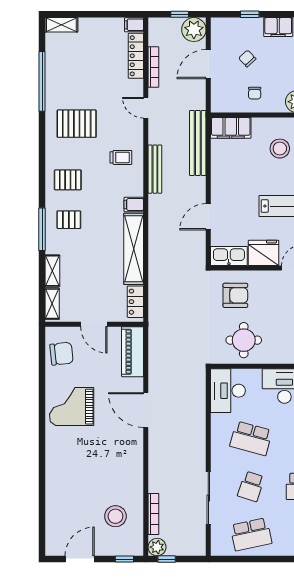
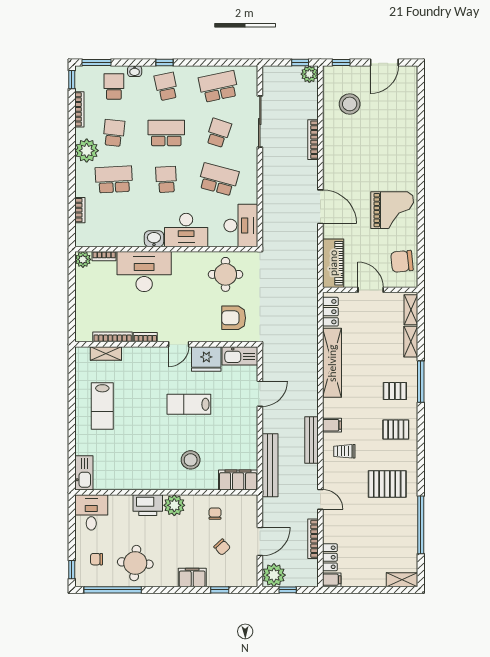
locker: (136, 56) -> (330, 557), width x0.66
filing cabinet: (134, 205) -> (332, 425), moved
bookcase: (153, 514) -> (313, 140), moved

